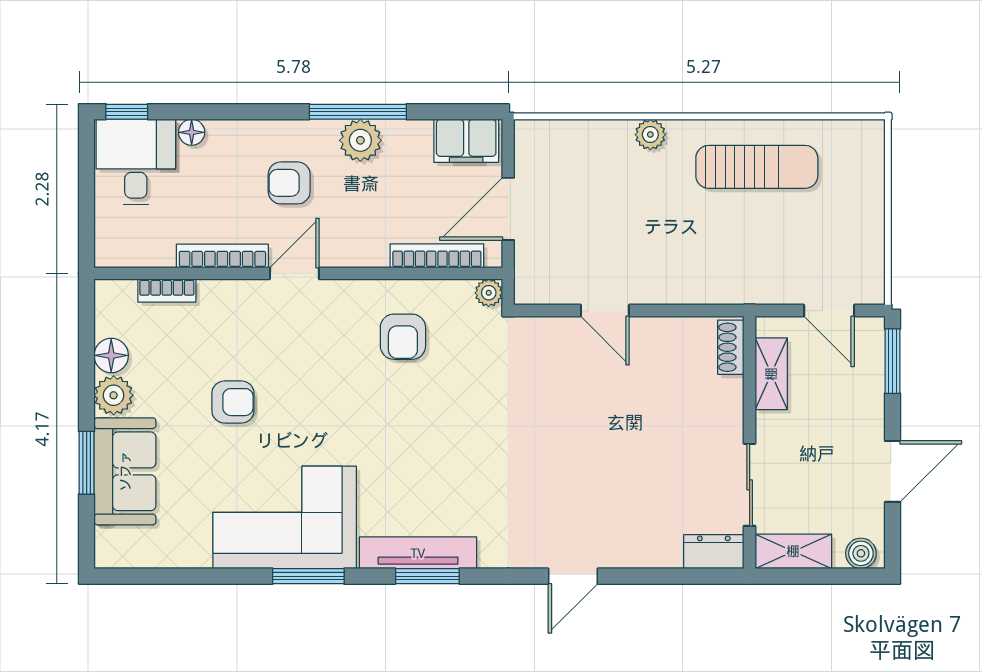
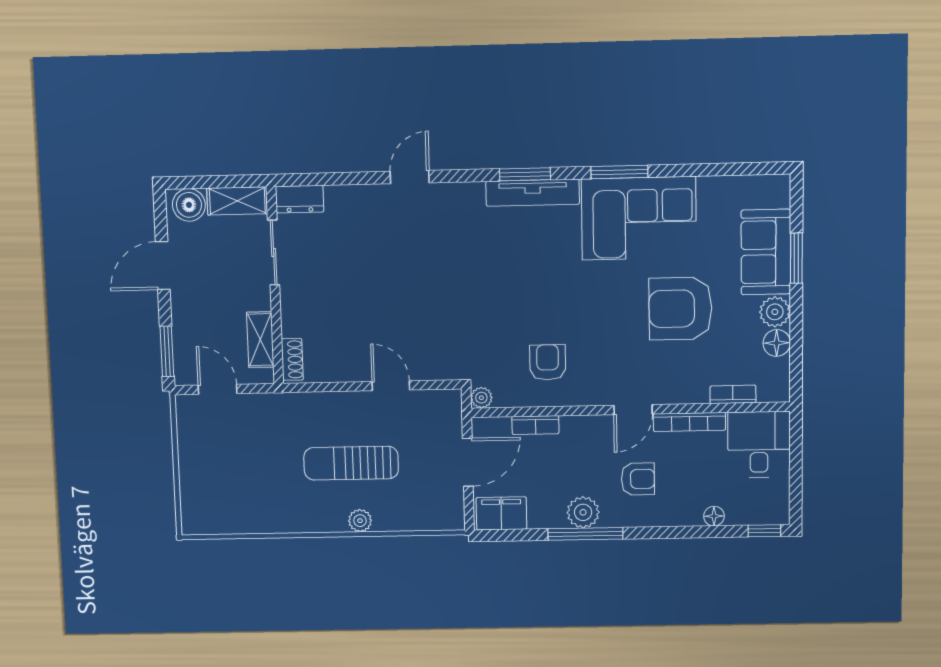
desk: (136, 162) -> (759, 445), moved, turned 180
sun lounger: (757, 167) -> (351, 463), moved
bookcase: (437, 256) -> (535, 425), width x0.64
armchair: (233, 402) -> (680, 309), width x1.88, depth x1.88
boiler: (861, 553) -> (189, 205), width x1.36, depth x1.36

